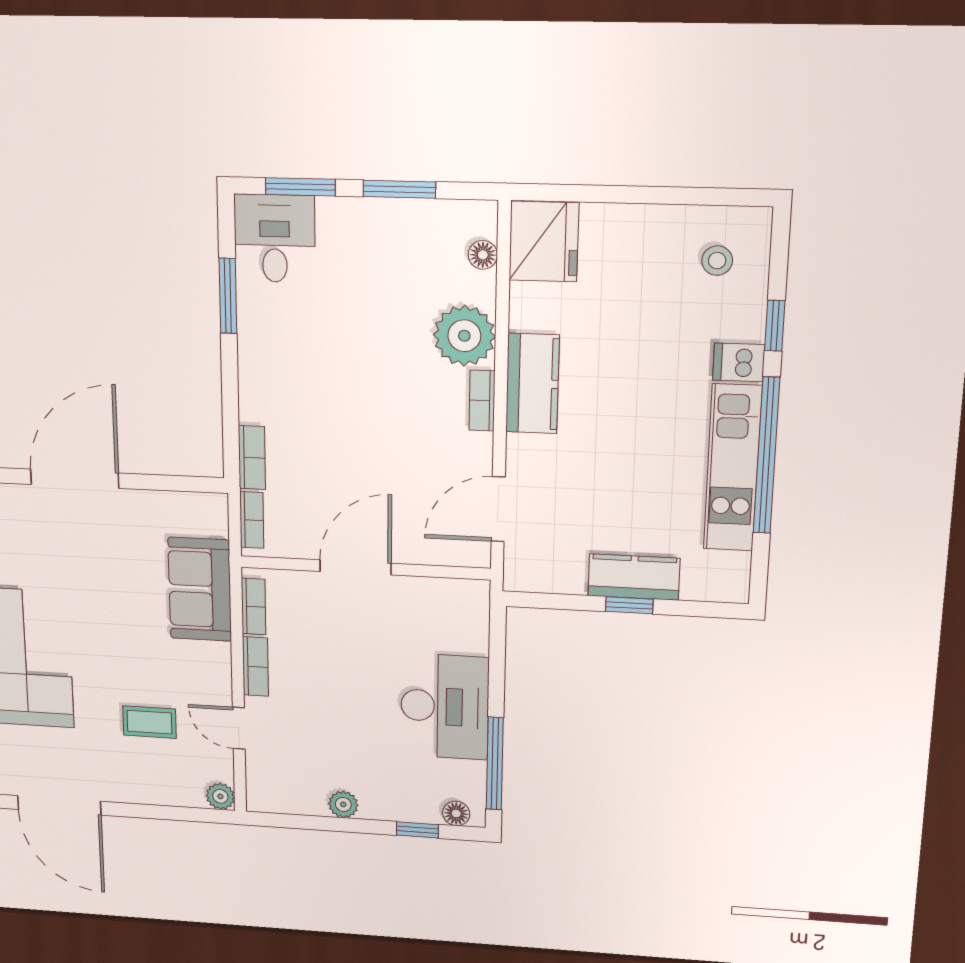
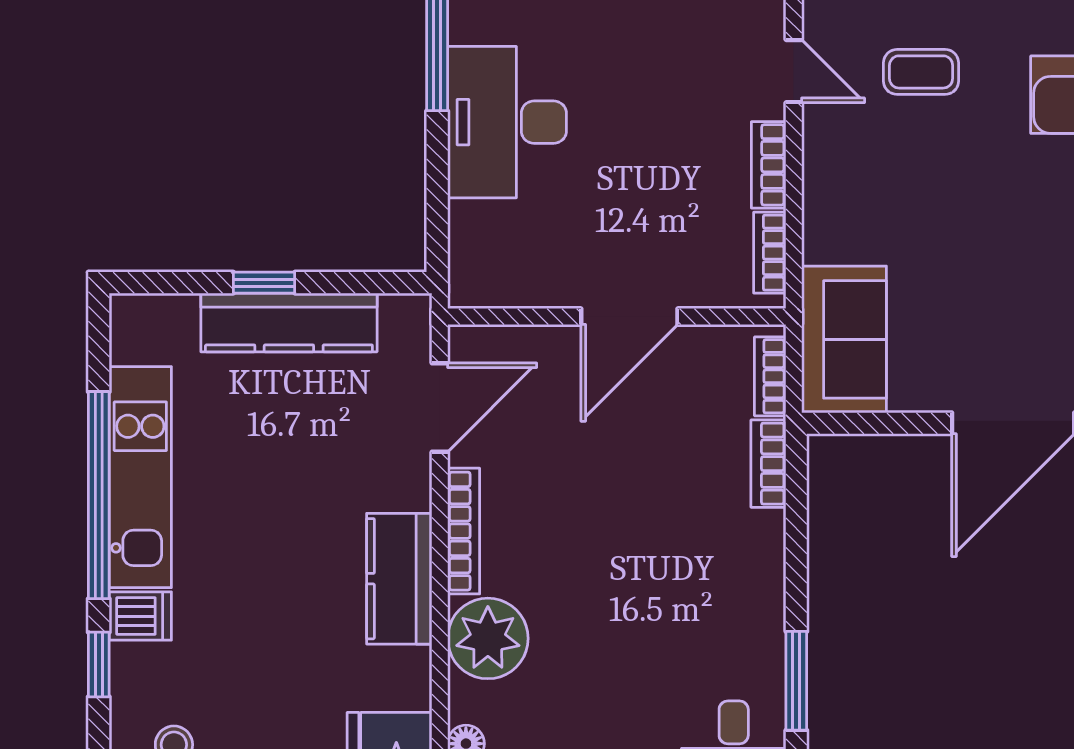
bookcase: (482, 401) -> (464, 531), width x1.56
kitchen counter: (634, 577) -> (289, 322), width x1.50
sofa: (200, 589) -> (844, 339), moved

